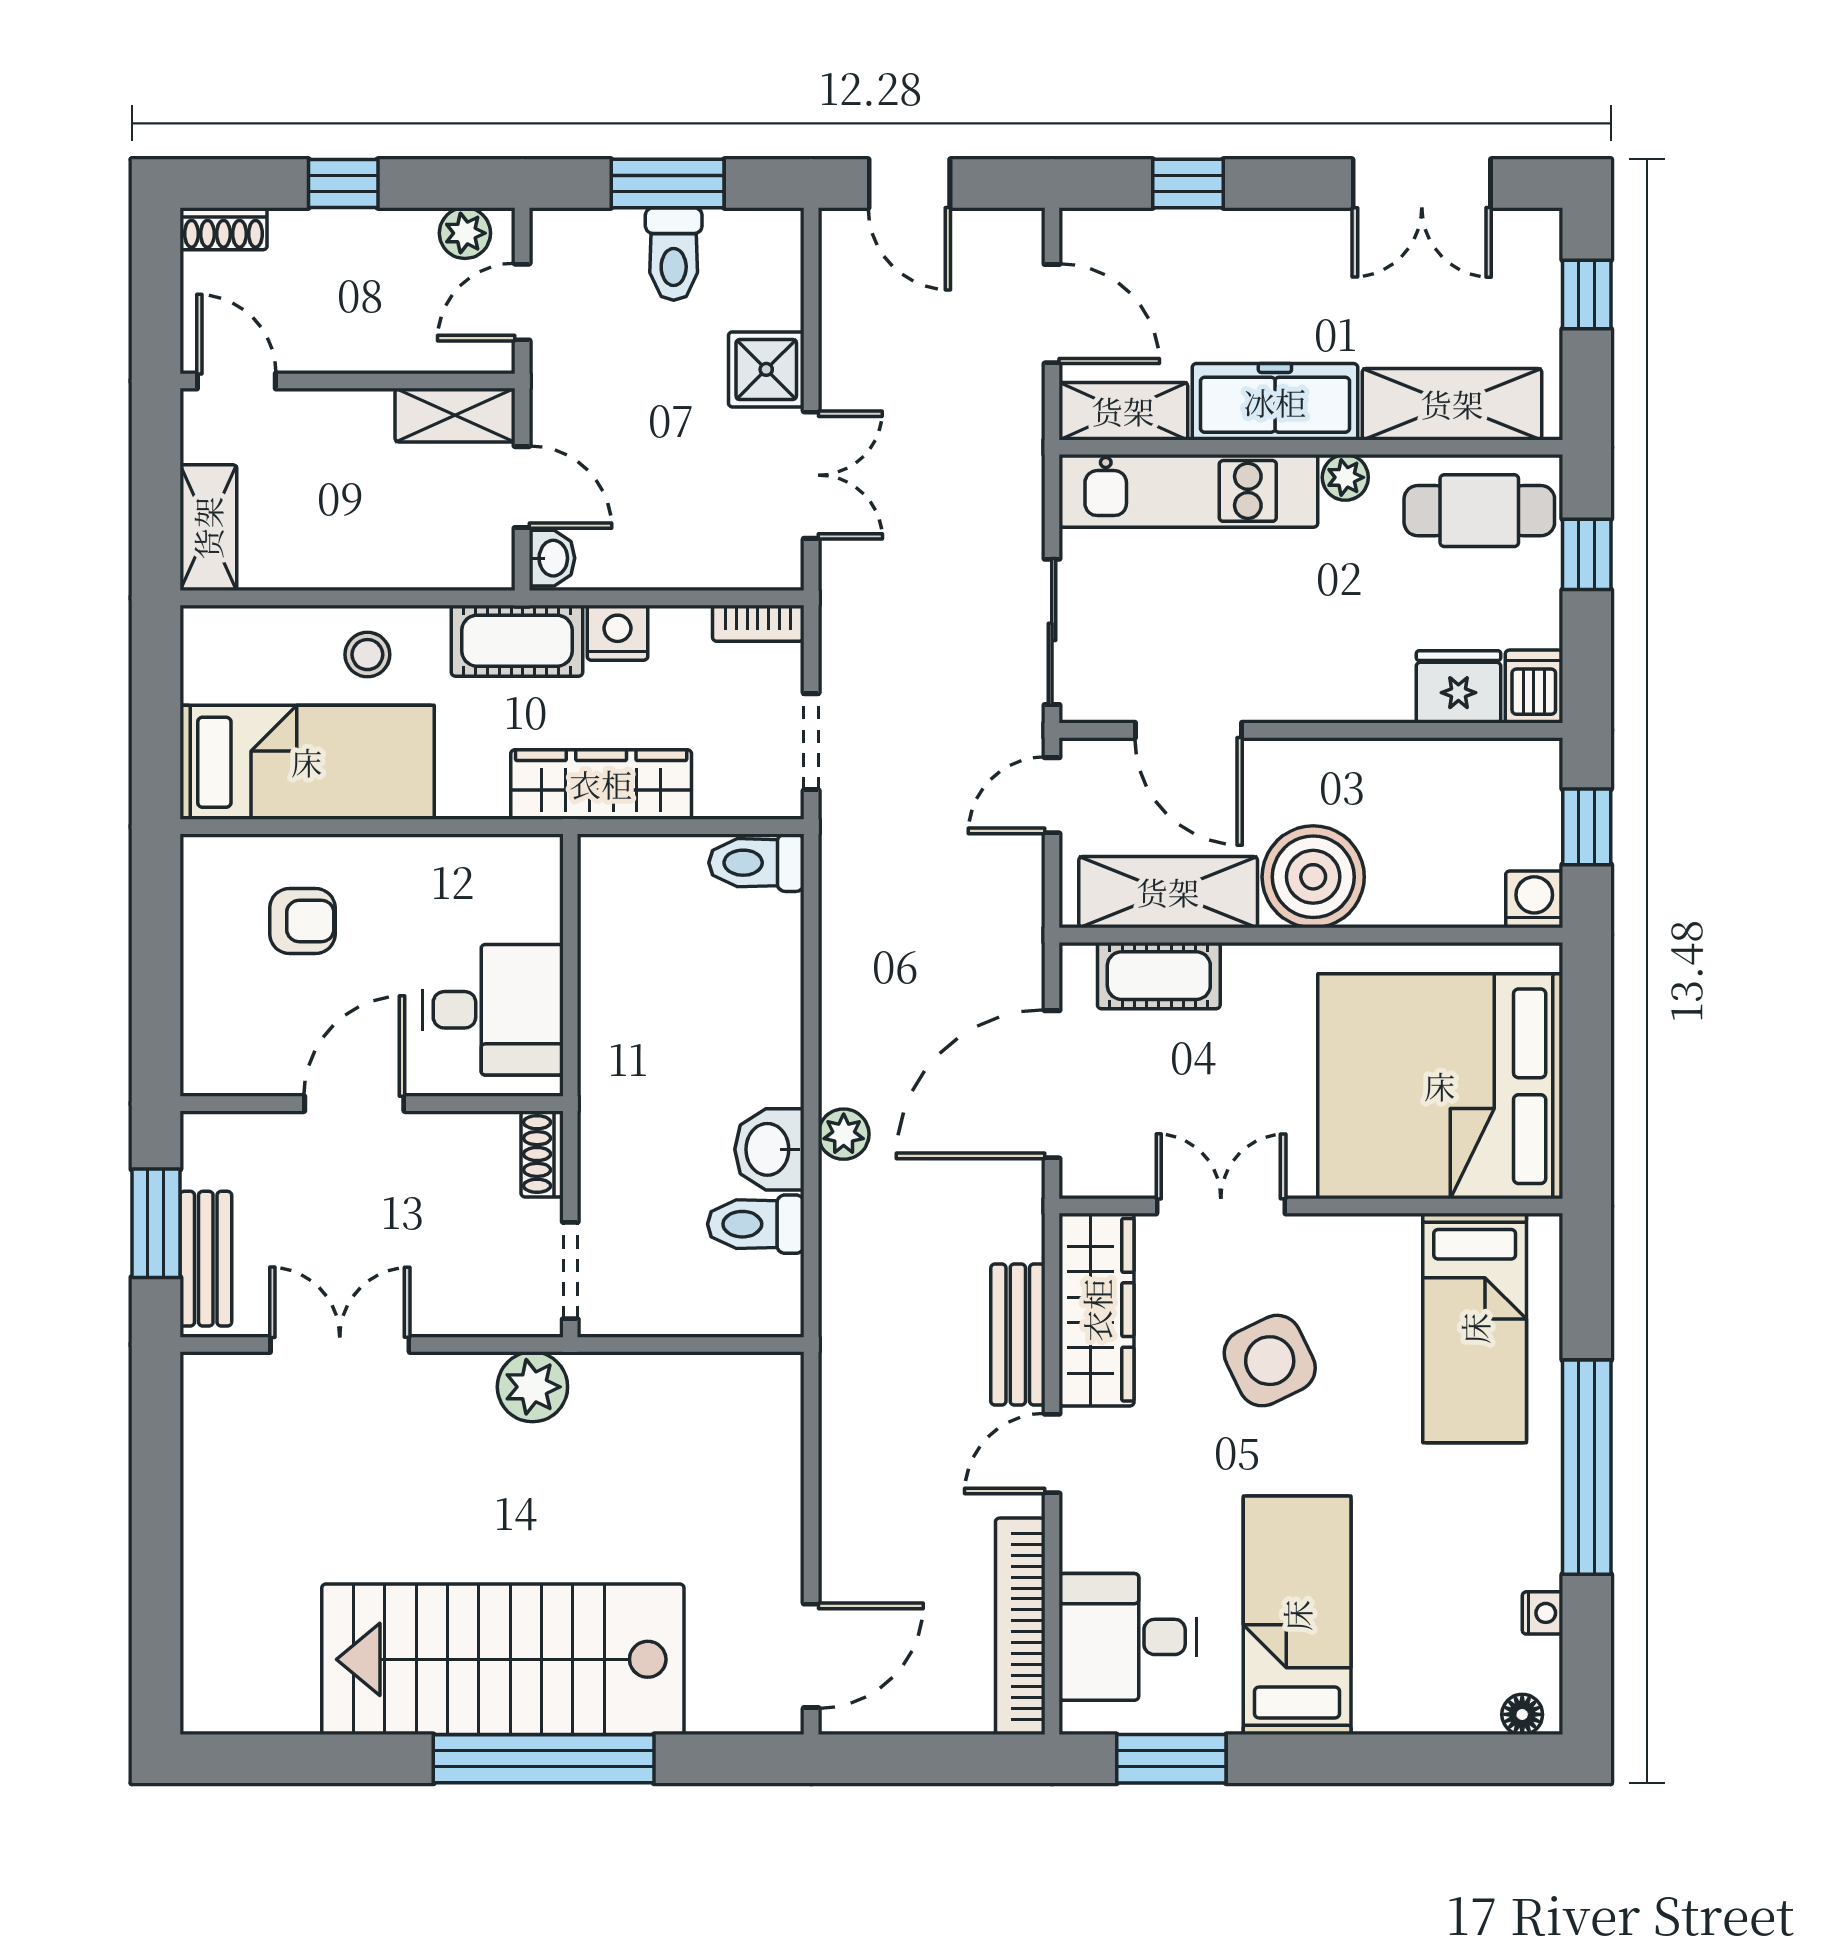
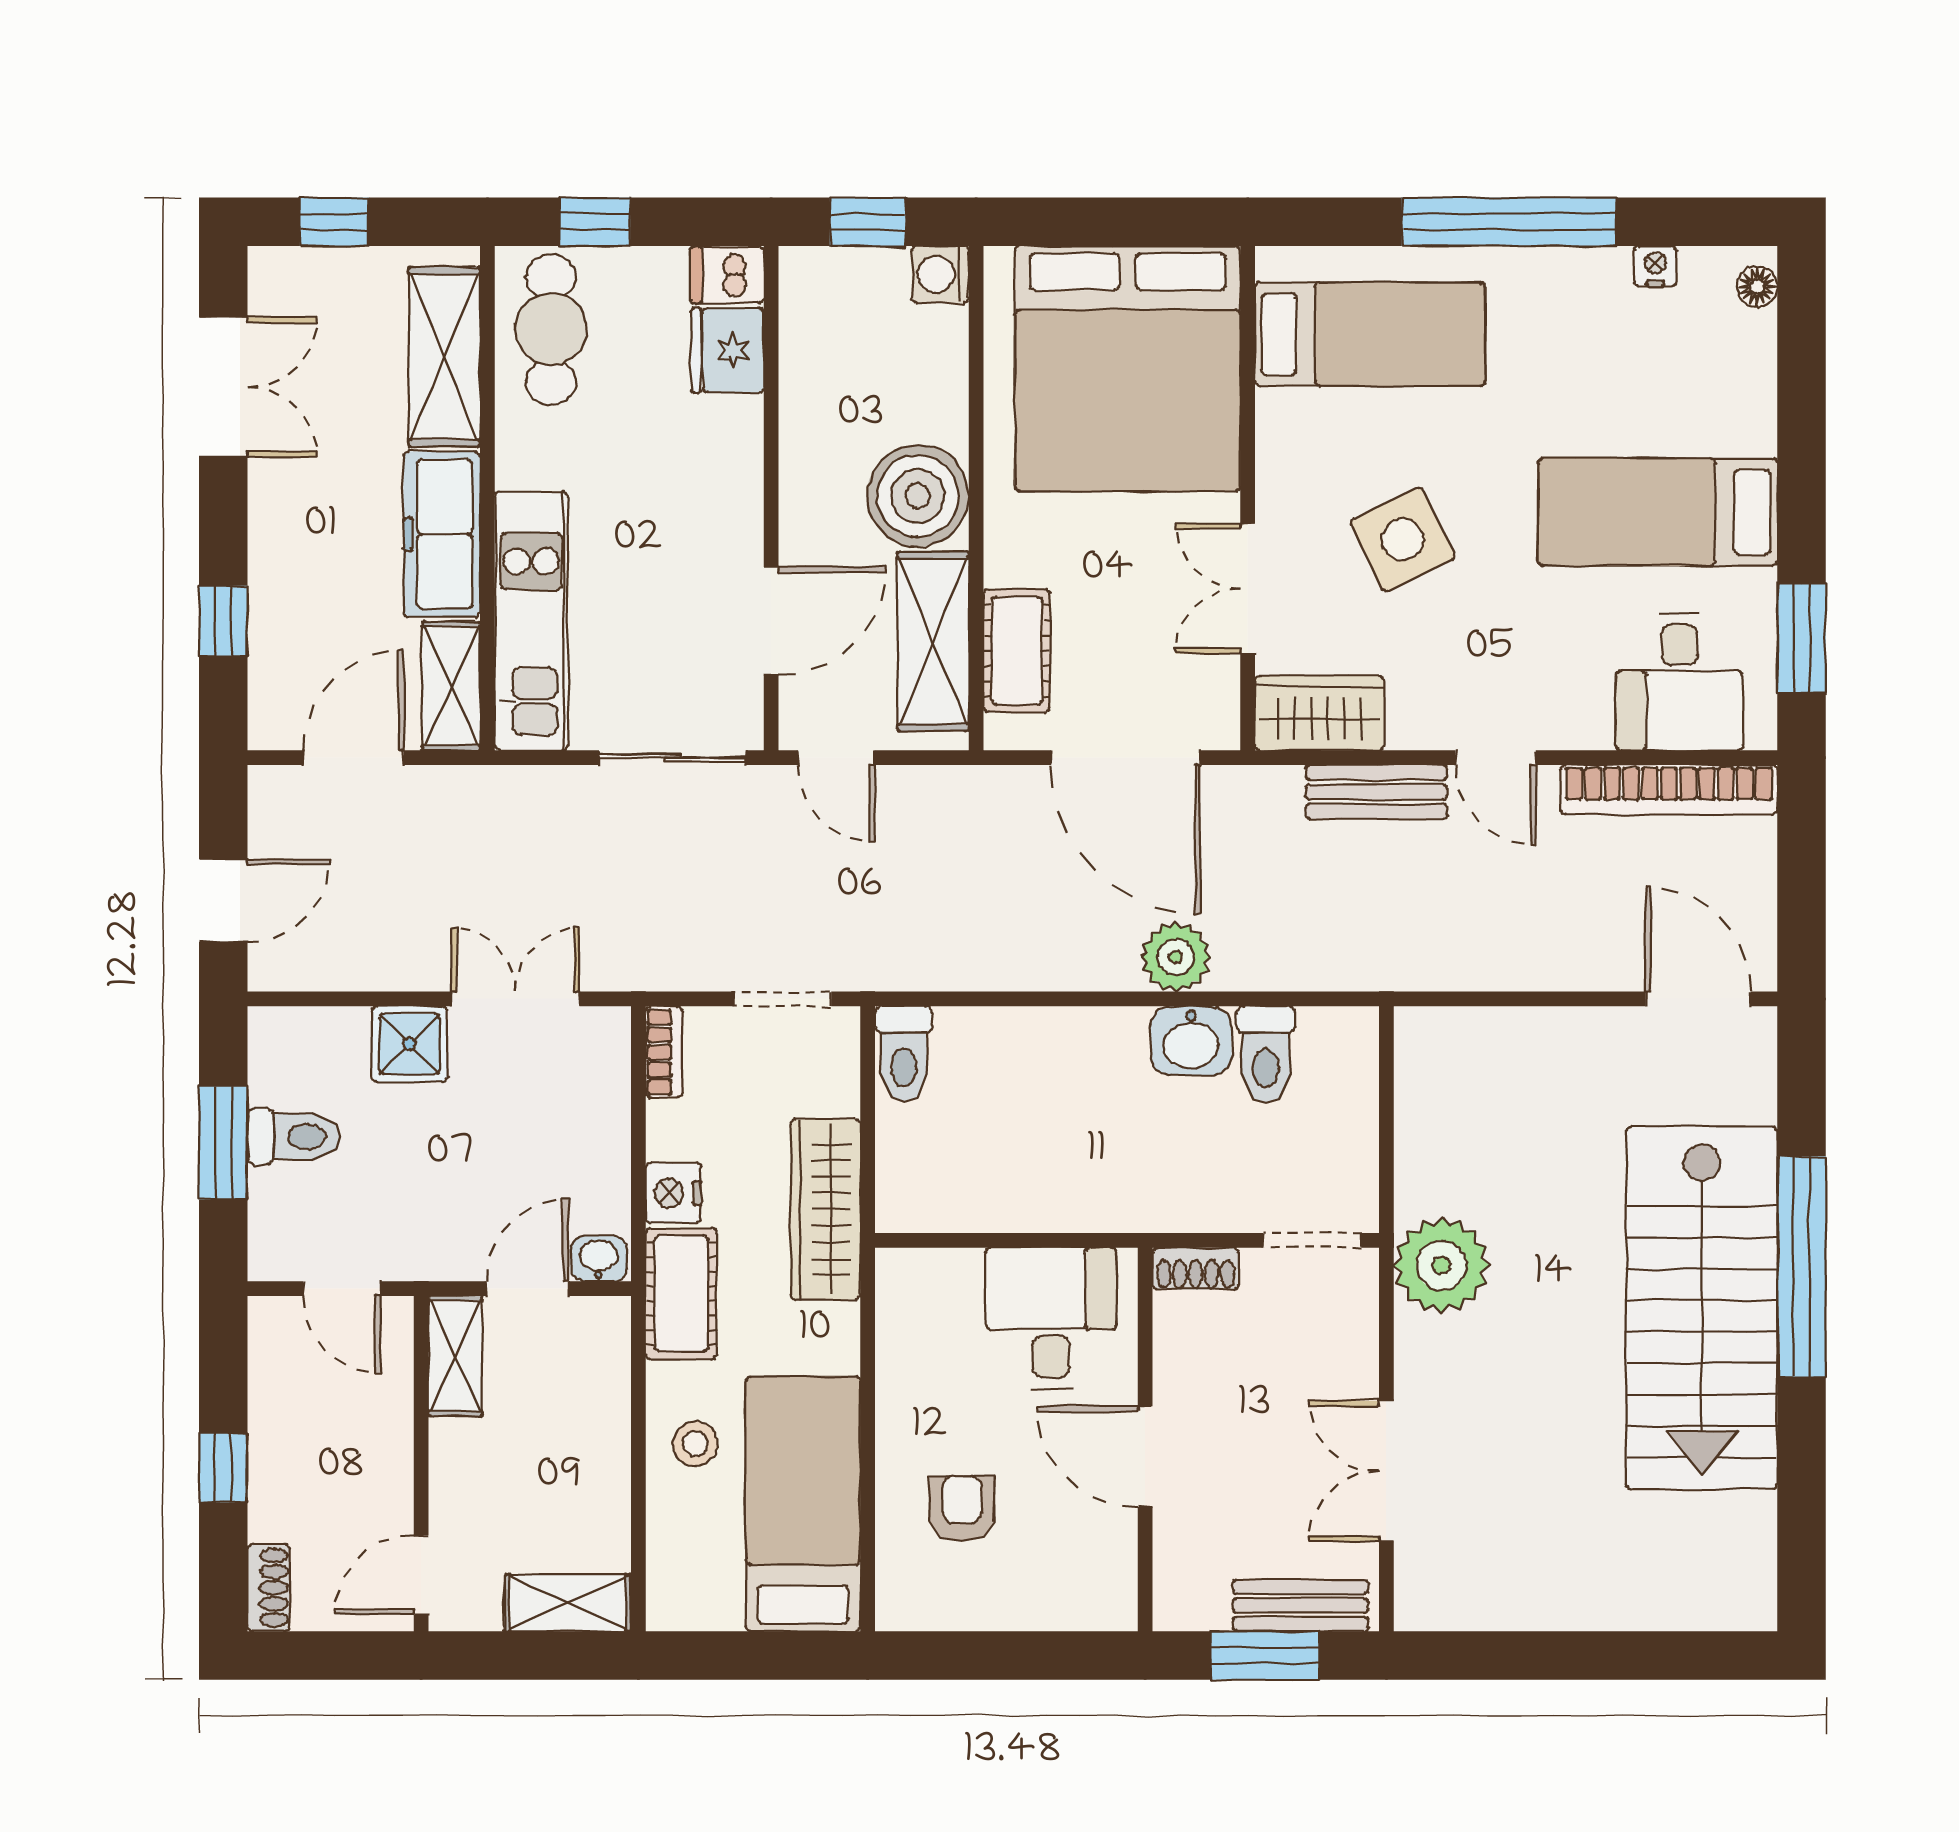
plant: (465, 233) -> (273, 1346), removed
plant: (1345, 477) -> (518, 464), removed
plant: (844, 1134) -> (1176, 957), width x1.38, depth x1.38
wardrobe: (1097, 1310) -> (1319, 713), width x0.67
plant: (532, 1387) -> (1442, 1265), width x1.36, depth x1.36

